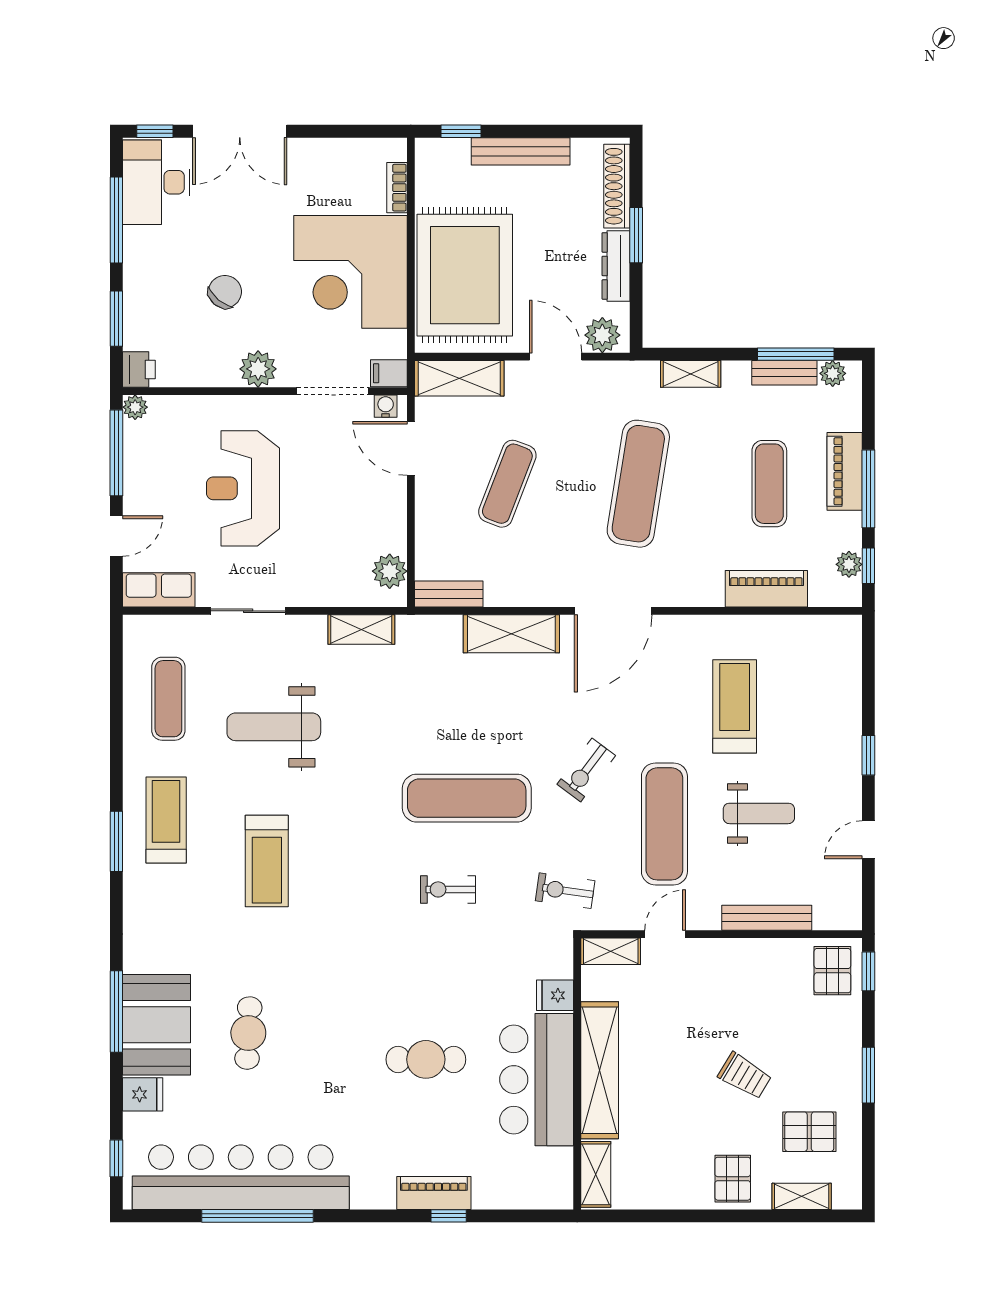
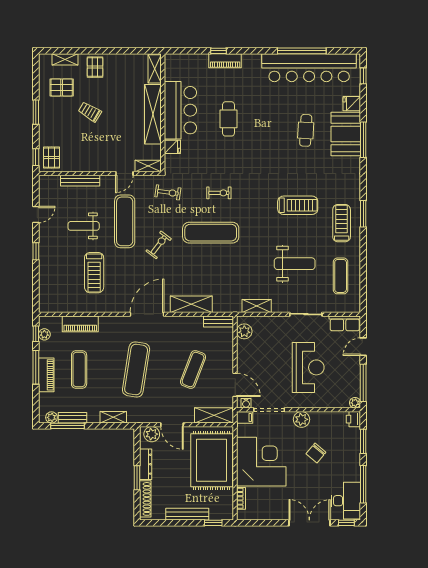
treadmill: (166, 820) -> (342, 223), turned 180
treadmill: (267, 861) -> (298, 205), turned 90
cafe table: (426, 1059) -> (228, 119), turned 90

